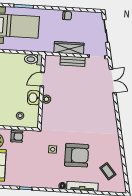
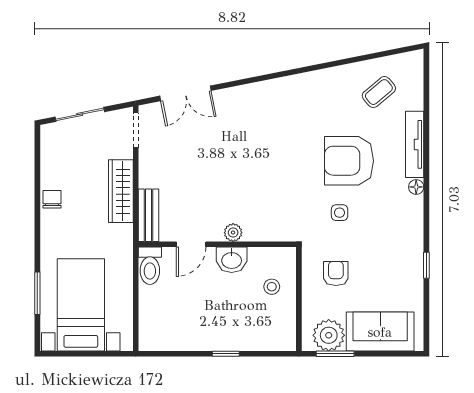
bench: (73, 61) -> (148, 215), moved
door: (42, 79) -> (191, 244), hinge flipped
double door: (113, 81) -> (185, 93), swing flipped
armchair: (17, 136) -> (336, 273), moved
armchair: (77, 155) -> (349, 161), turned -90

